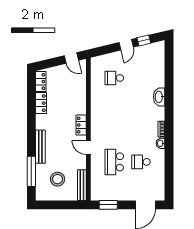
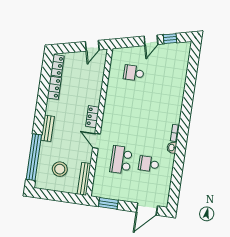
door: (71, 58) -> (92, 46), hinge flipped
washbasin: (159, 97) -> (177, 99), removed
bench: (40, 147) -> (48, 128), width x0.73
window: (31, 171) -> (34, 157), width x1.46

